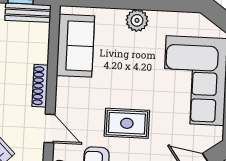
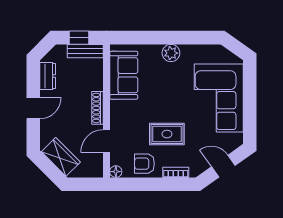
door: (49, 128) -> (107, 141), swing flipped

